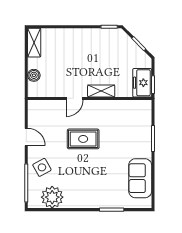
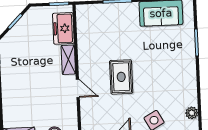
freezer: (142, 83) -> (63, 28), moved, turned 90
plant: (52, 197) -> (192, 113), width x0.53, depth x0.53

